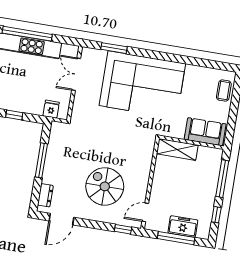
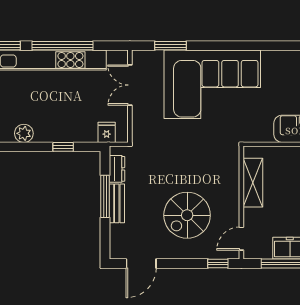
shelving: (177, 149) -> (253, 183), moved, turned 90
bench: (50, 168) -> (117, 203), added
spiral stairs: (105, 186) -> (187, 215), turned -90
dresser: (45, 195) -> (117, 169), moved

